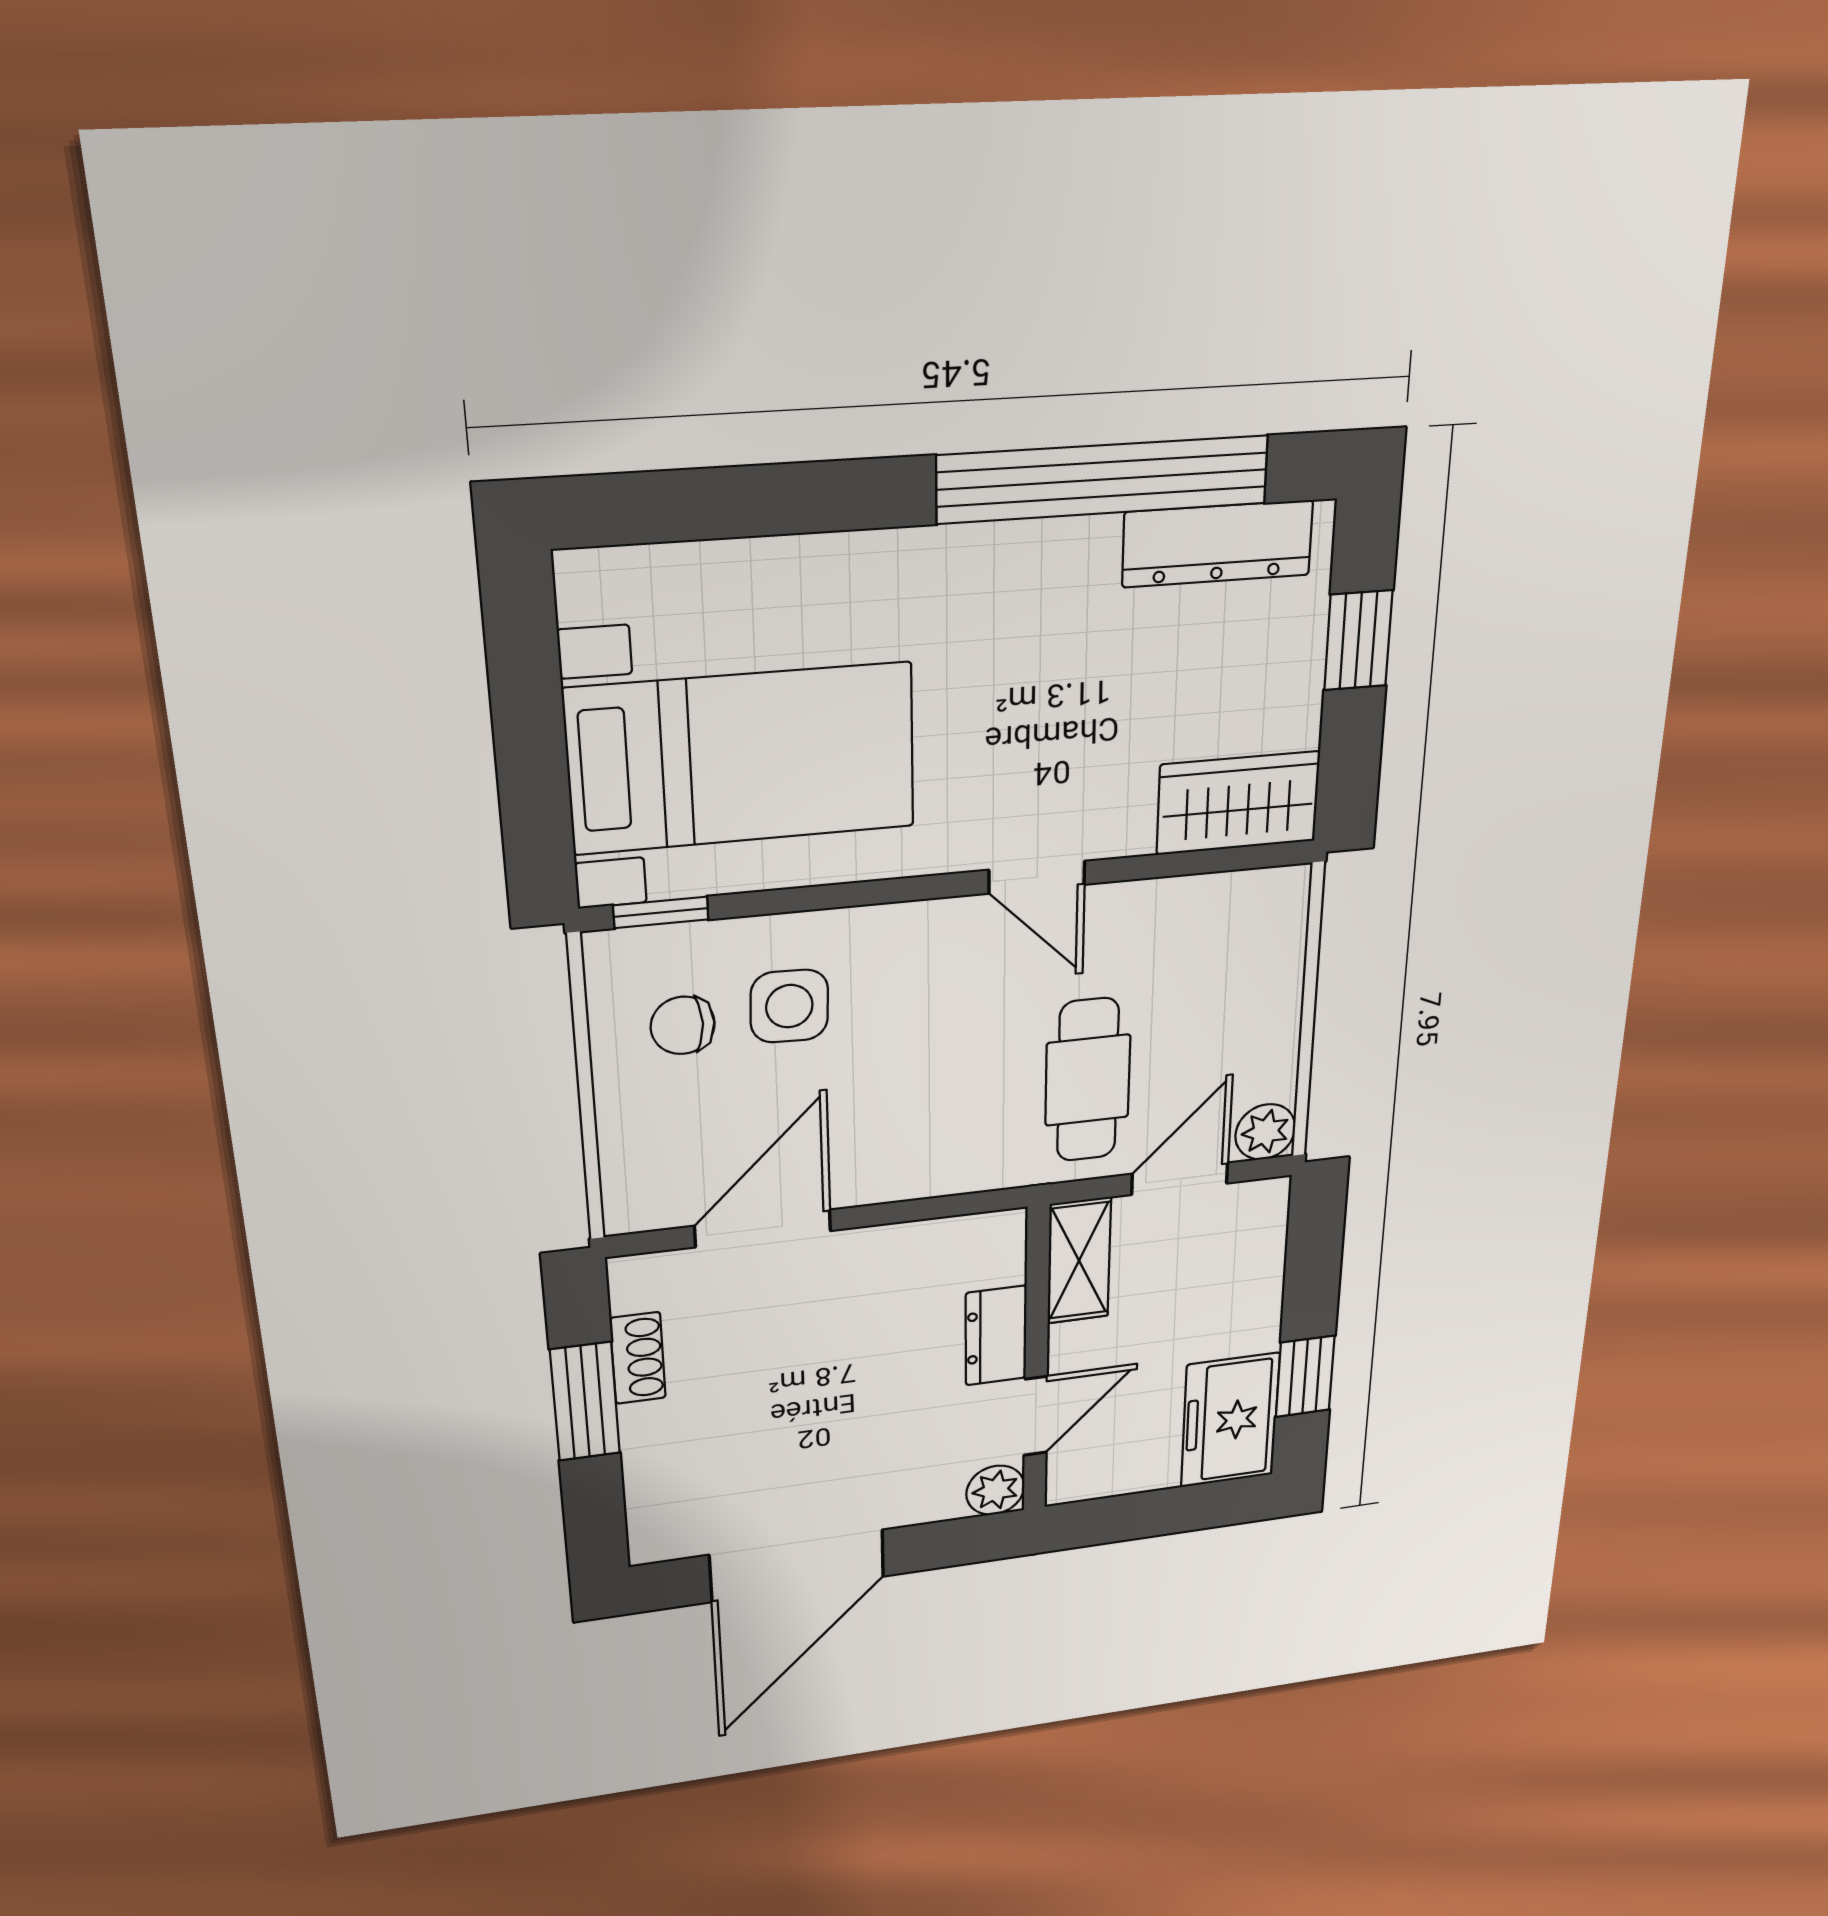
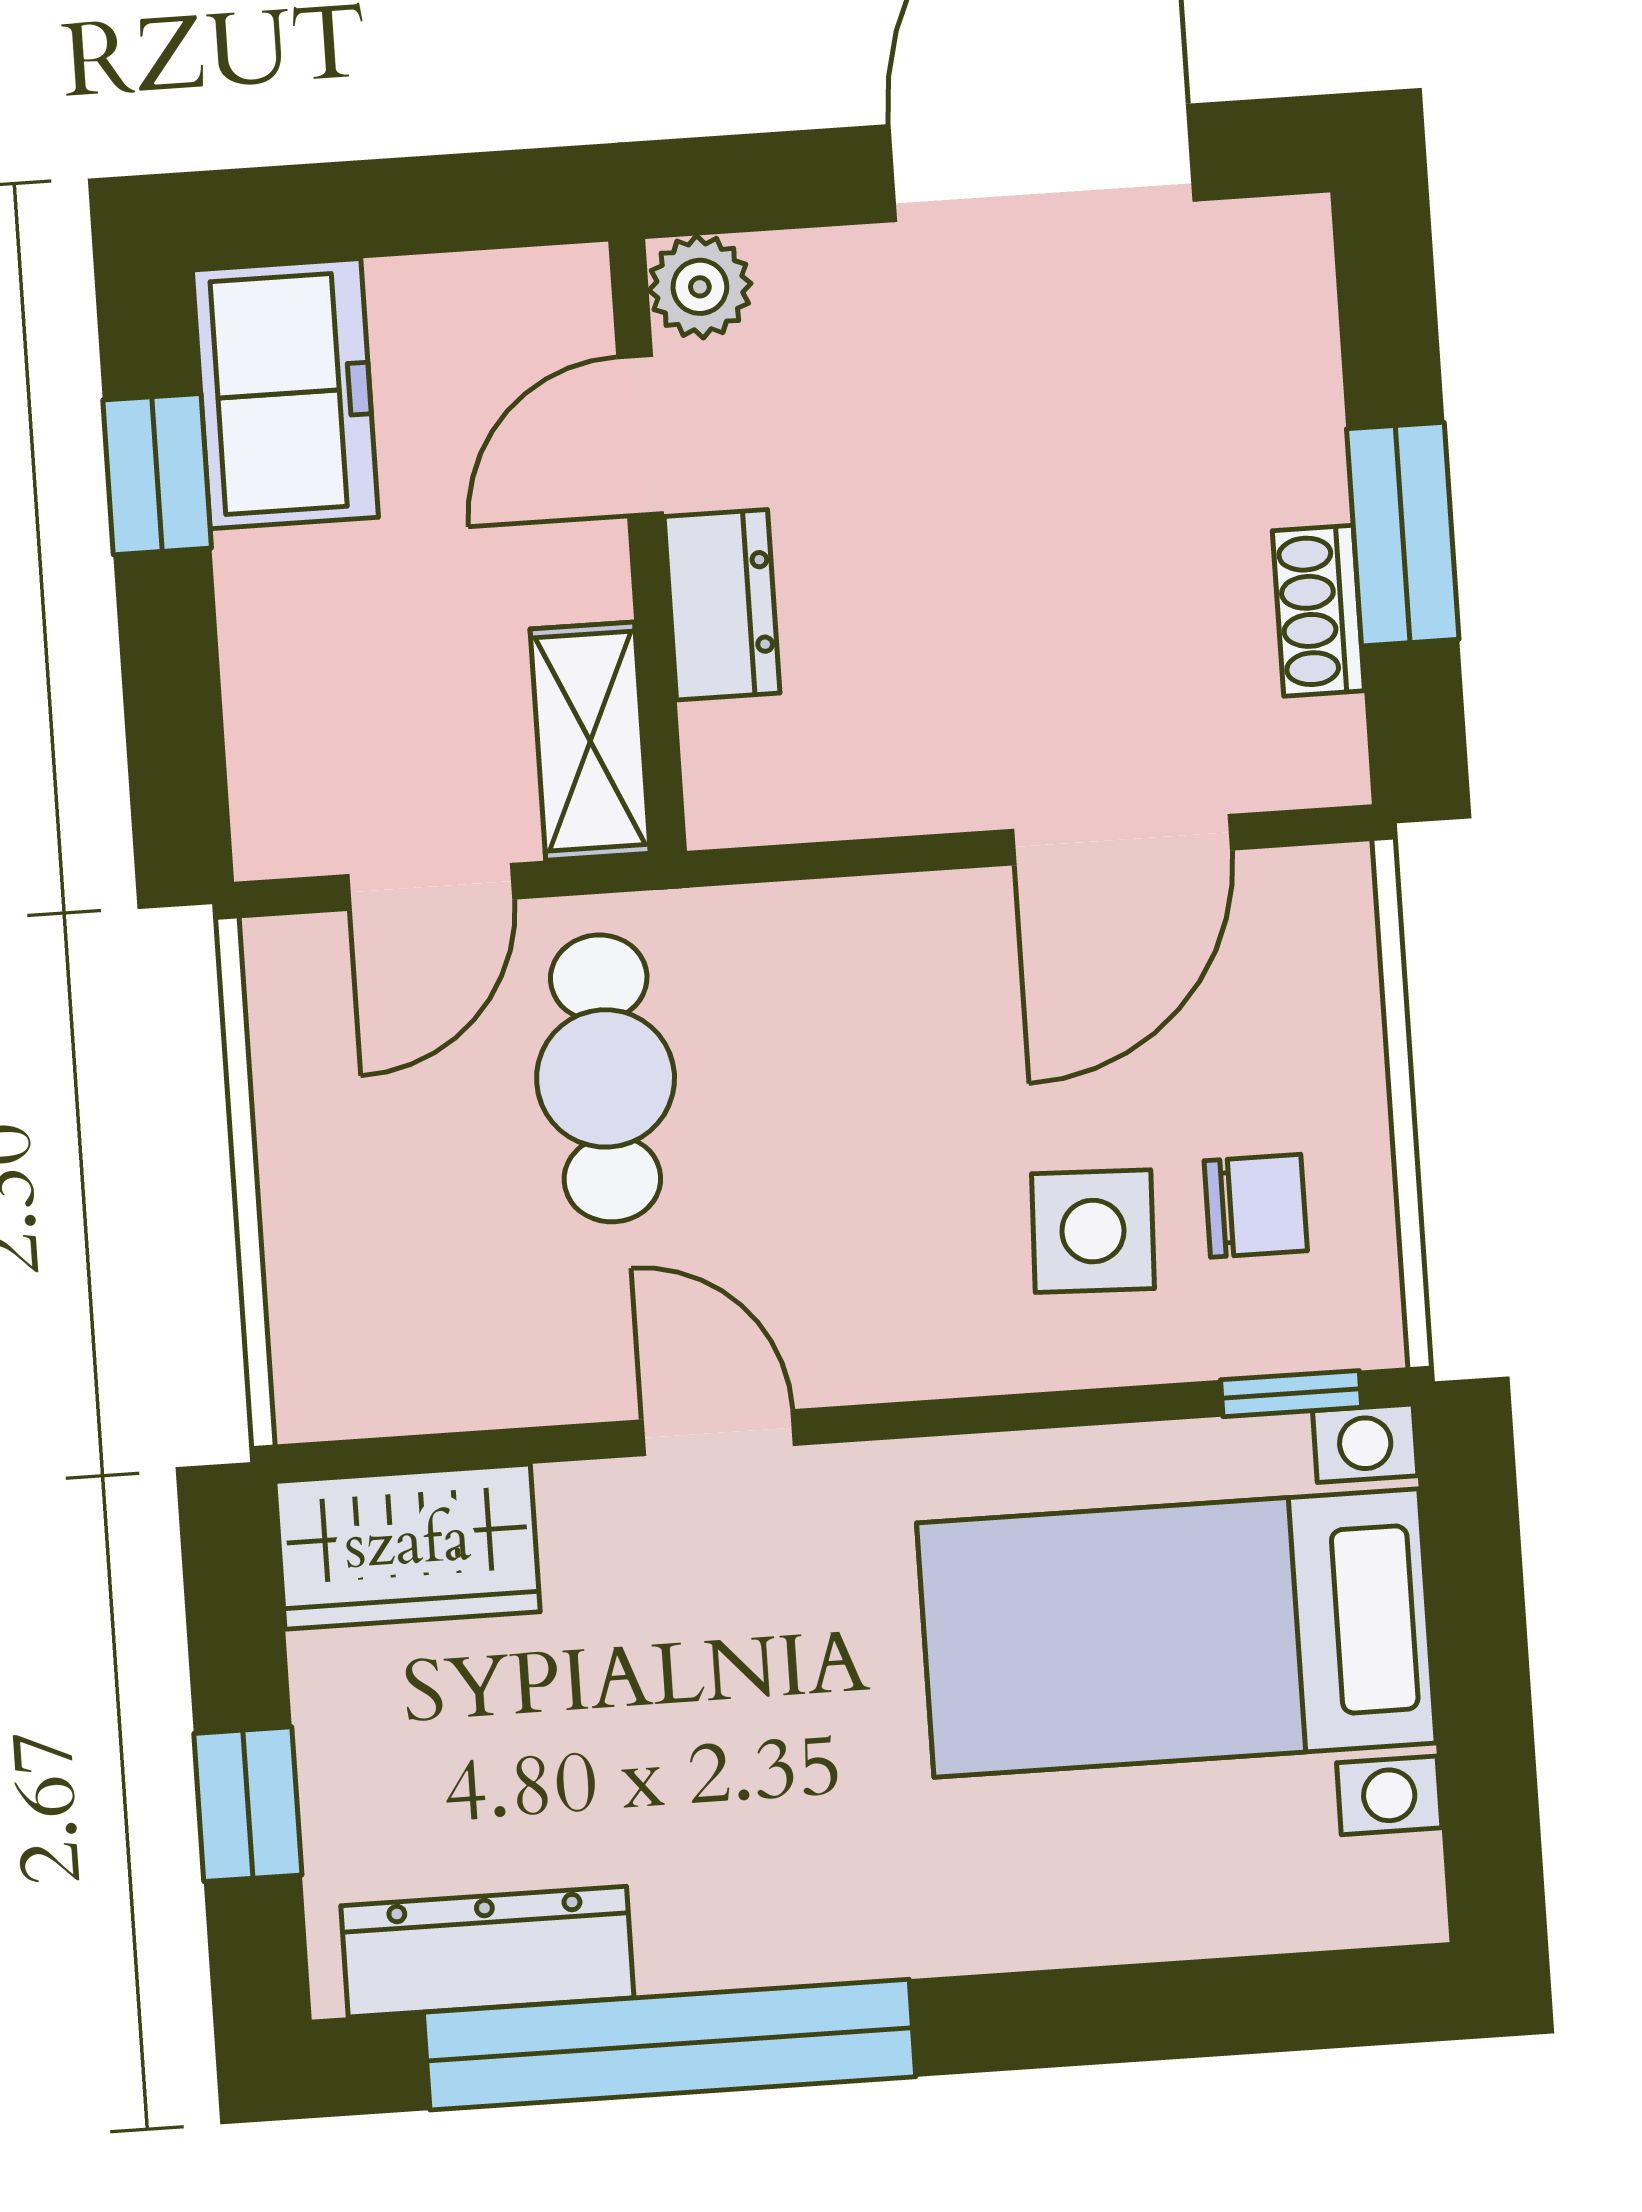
plant: (1265, 1132) -> (292, 966), removed

